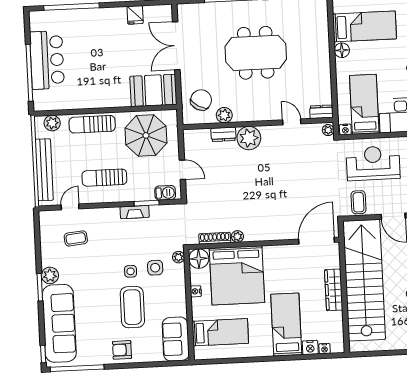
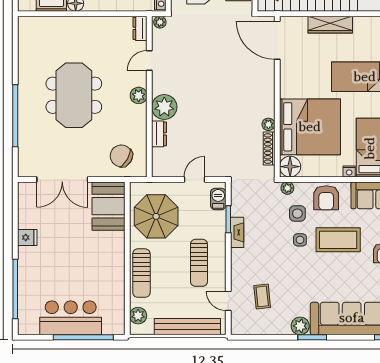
fridge: (135, 15) -> (27, 237), moved
plant: (224, 115) -> (139, 95), moved
nightstand: (196, 291) -> (349, 171), moved
armchair: (171, 294) -> (326, 198), added

